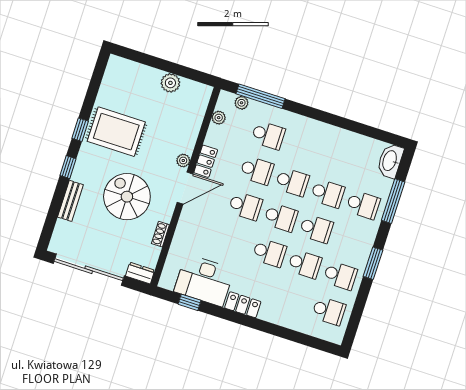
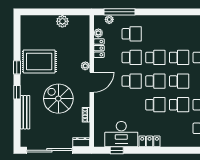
locker: (206, 161) -> (99, 48), moved
bench: (70, 201) -> (25, 112), width x1.36

